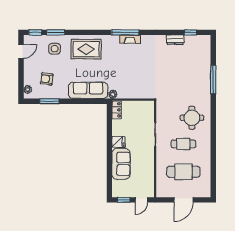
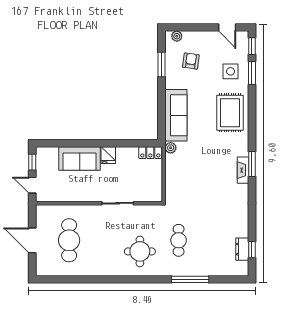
window: (125, 32) -> (252, 164), width x0.69
dresser: (175, 40) -> (242, 249), moved
cafe table: (183, 144) -> (179, 240), moved

